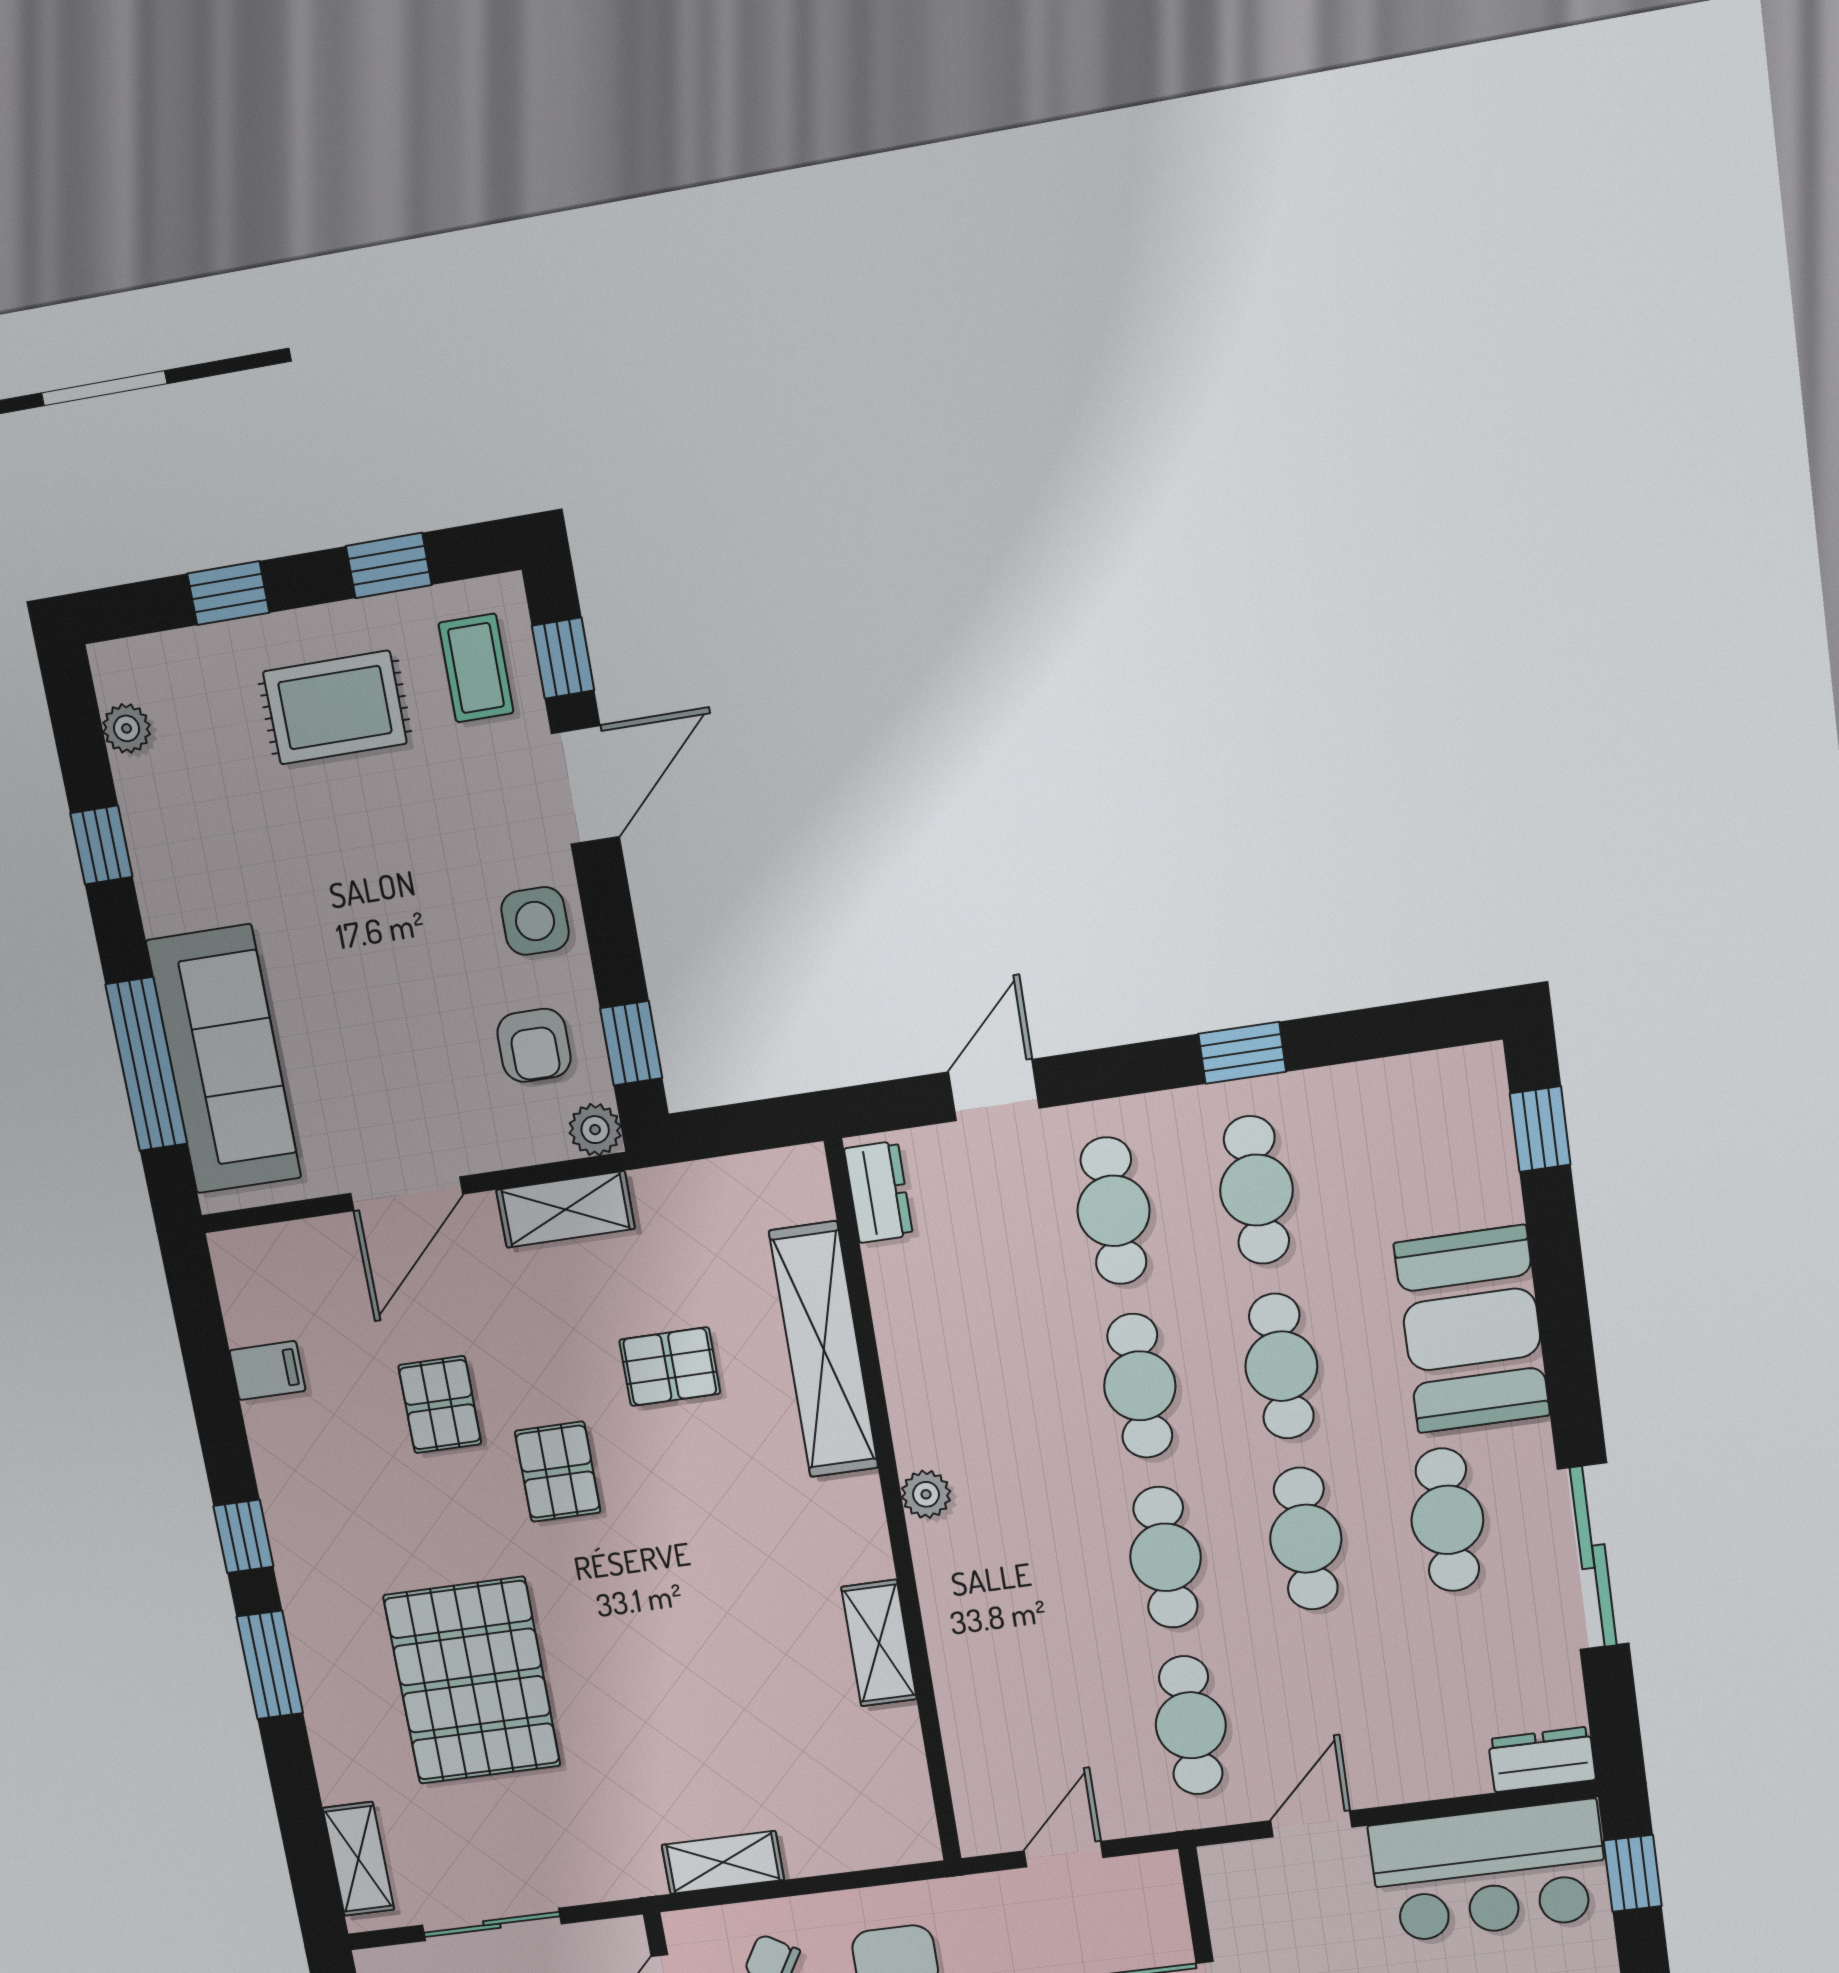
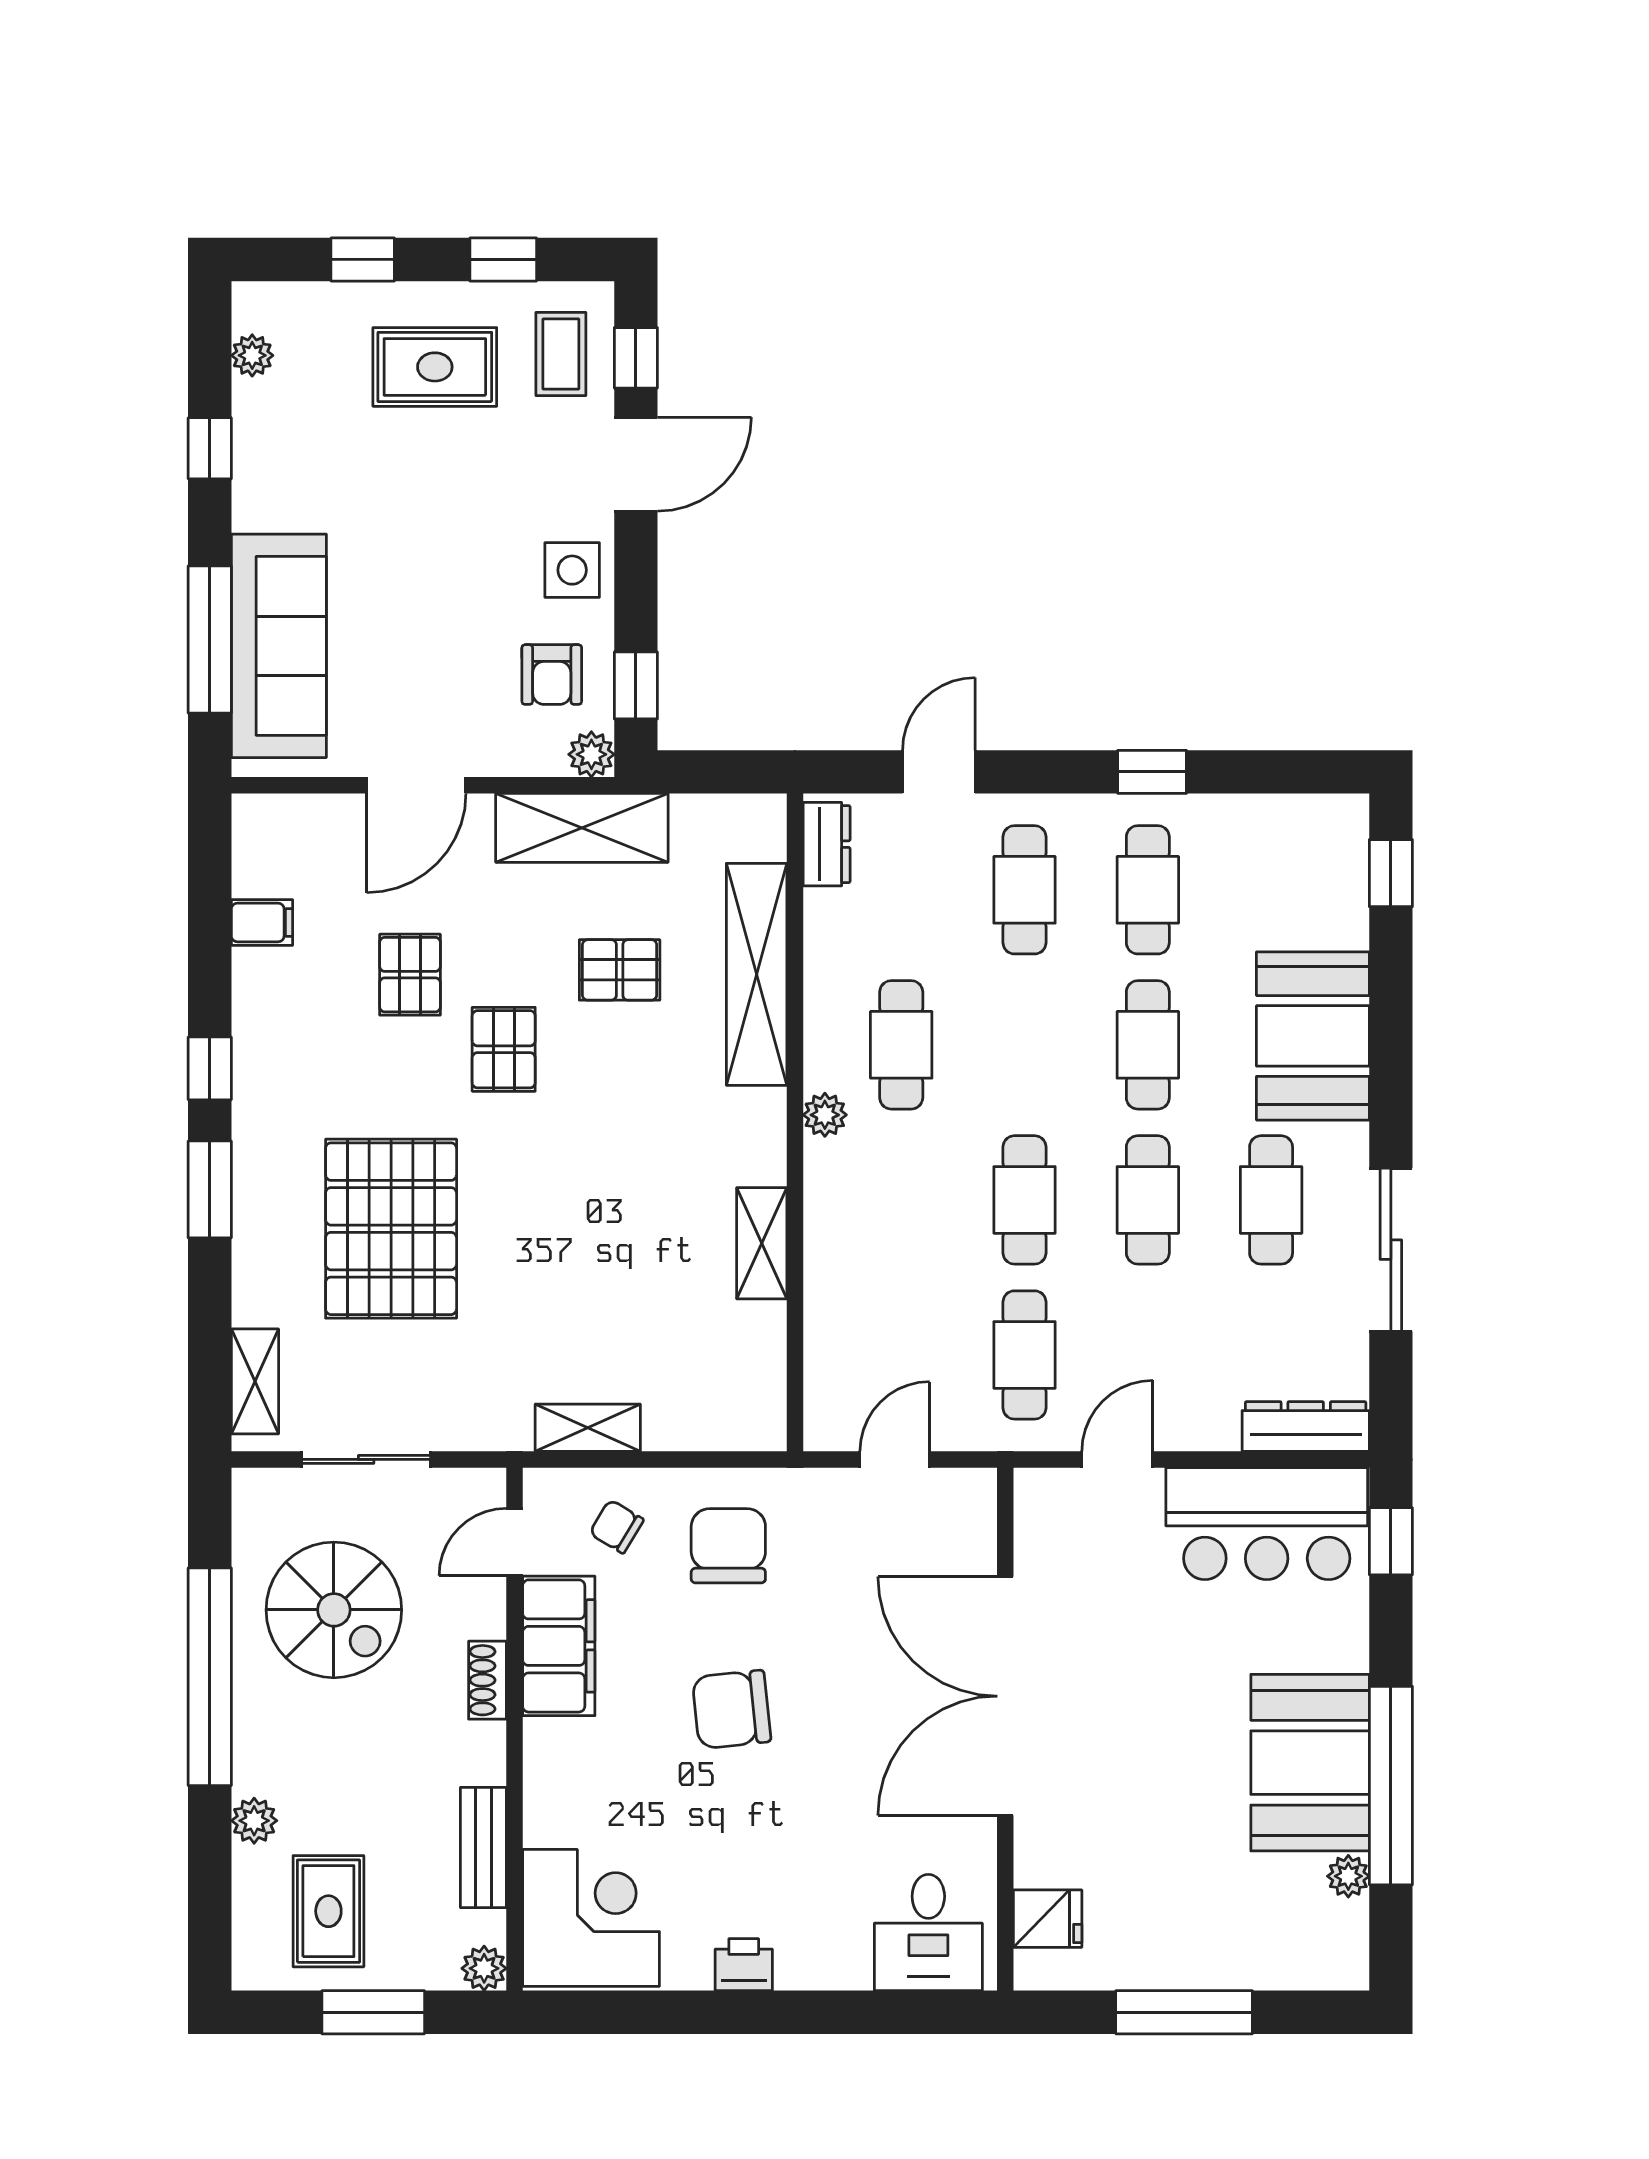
shelving: (566, 1209) -> (582, 828), width x1.50, depth x1.33
cafe table: (1140, 1386) -> (901, 1045), moved
dresser: (1542, 1760) -> (1306, 1426), width x1.44

